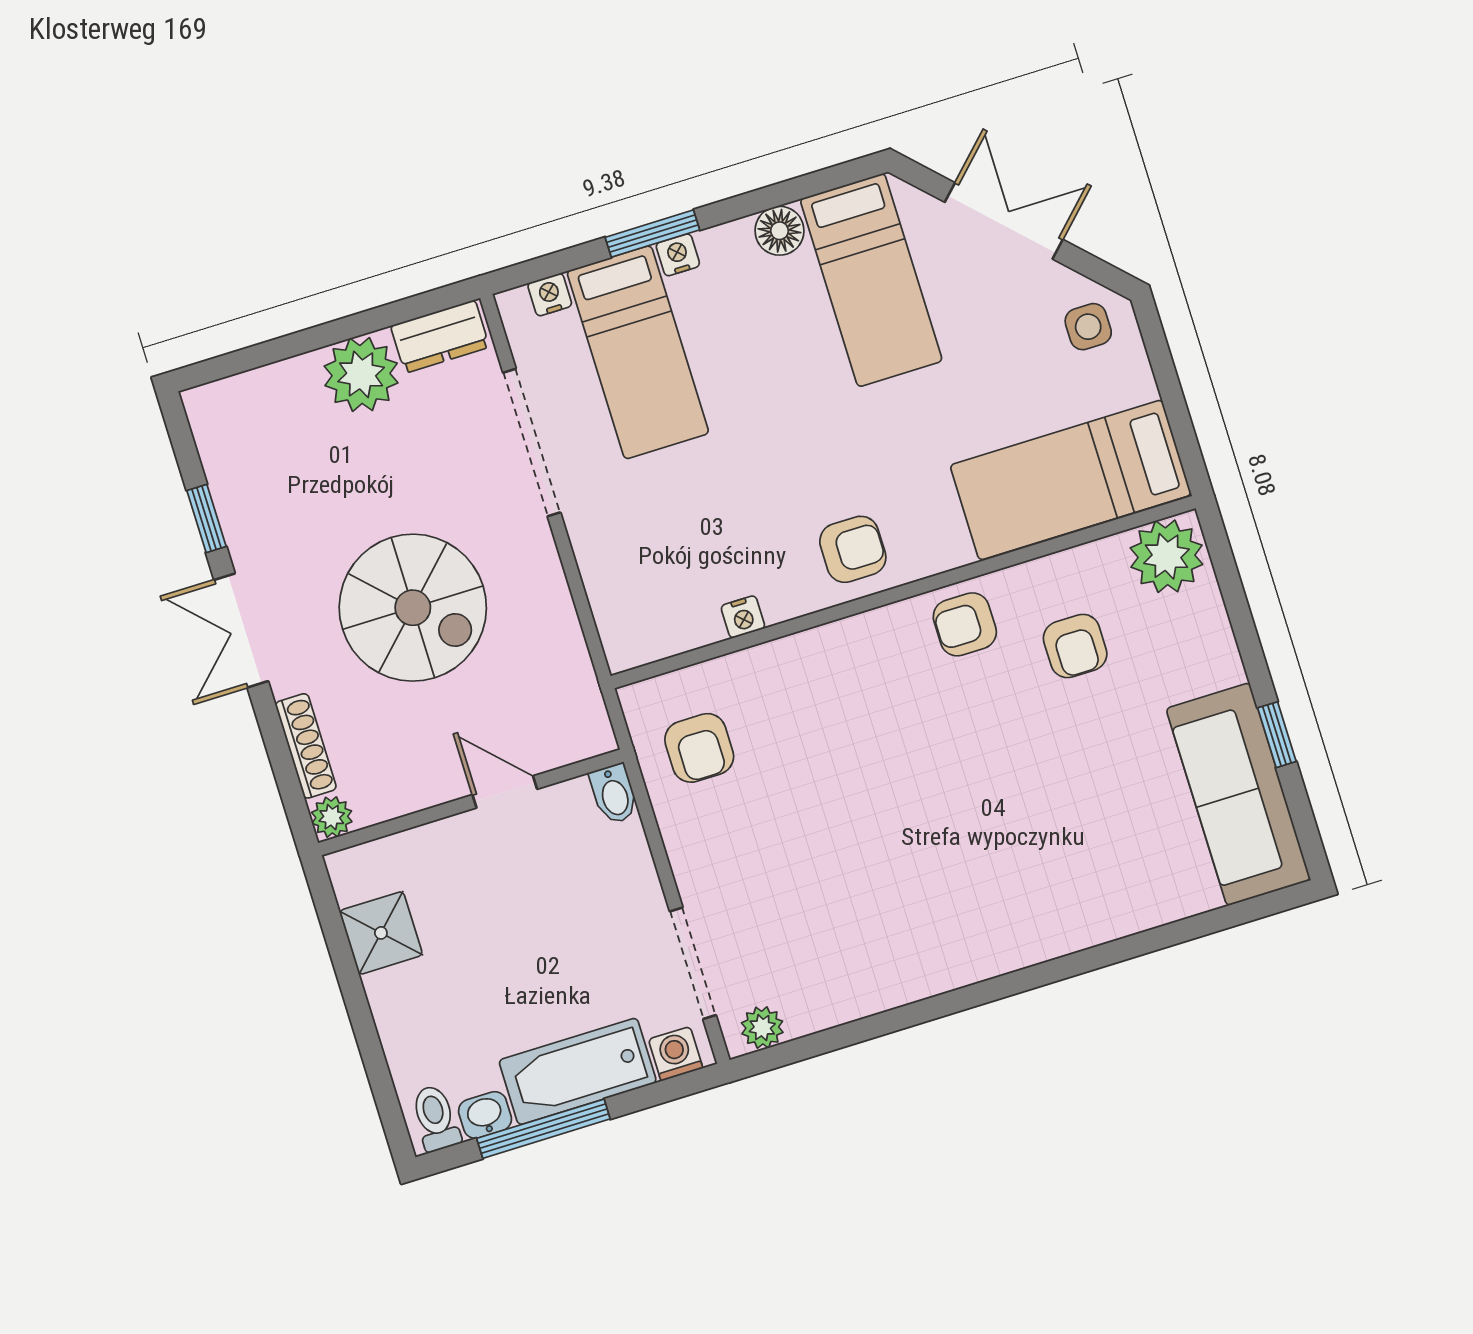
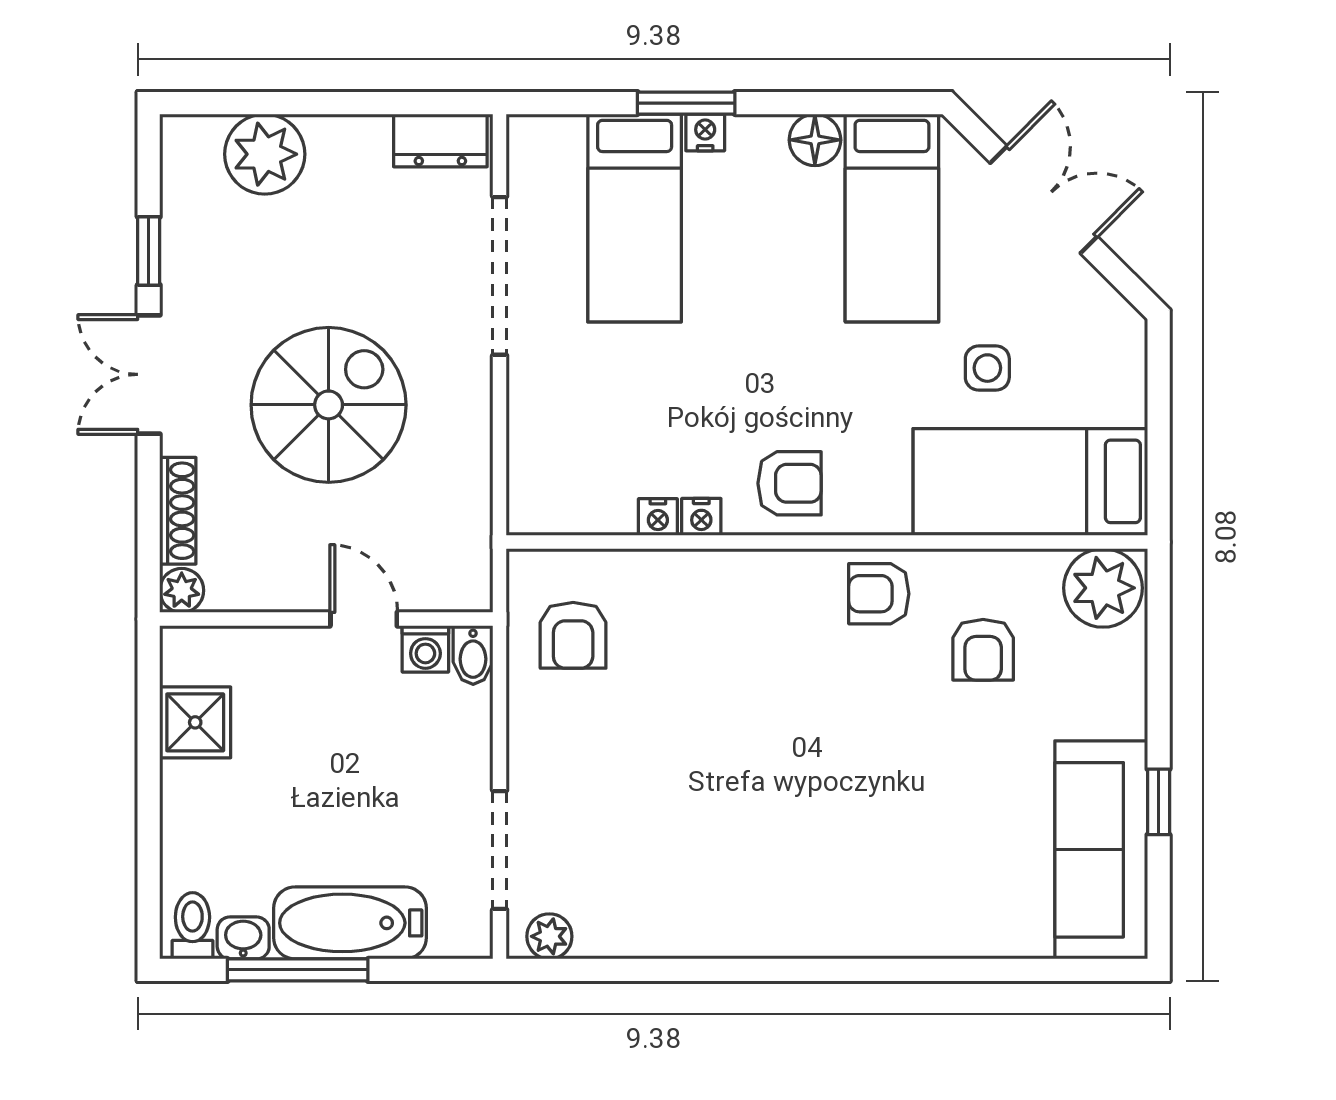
nightstand: (550, 295) -> (701, 517), moved, turned 180
side table: (1088, 327) -> (987, 368), moved
plant: (361, 374) -> (265, 154), moved
spiral stairs: (413, 608) -> (329, 405), turned -90
washing machine: (676, 1054) -> (425, 649), moved, turned 180

